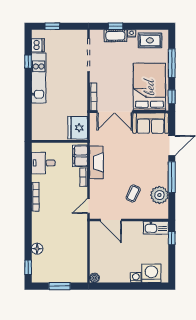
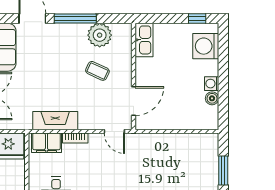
window: (172, 238) -> (197, 18), moved
boiler: (94, 278) -> (212, 98), moved
washing machine: (136, 278) -> (212, 84), moved

